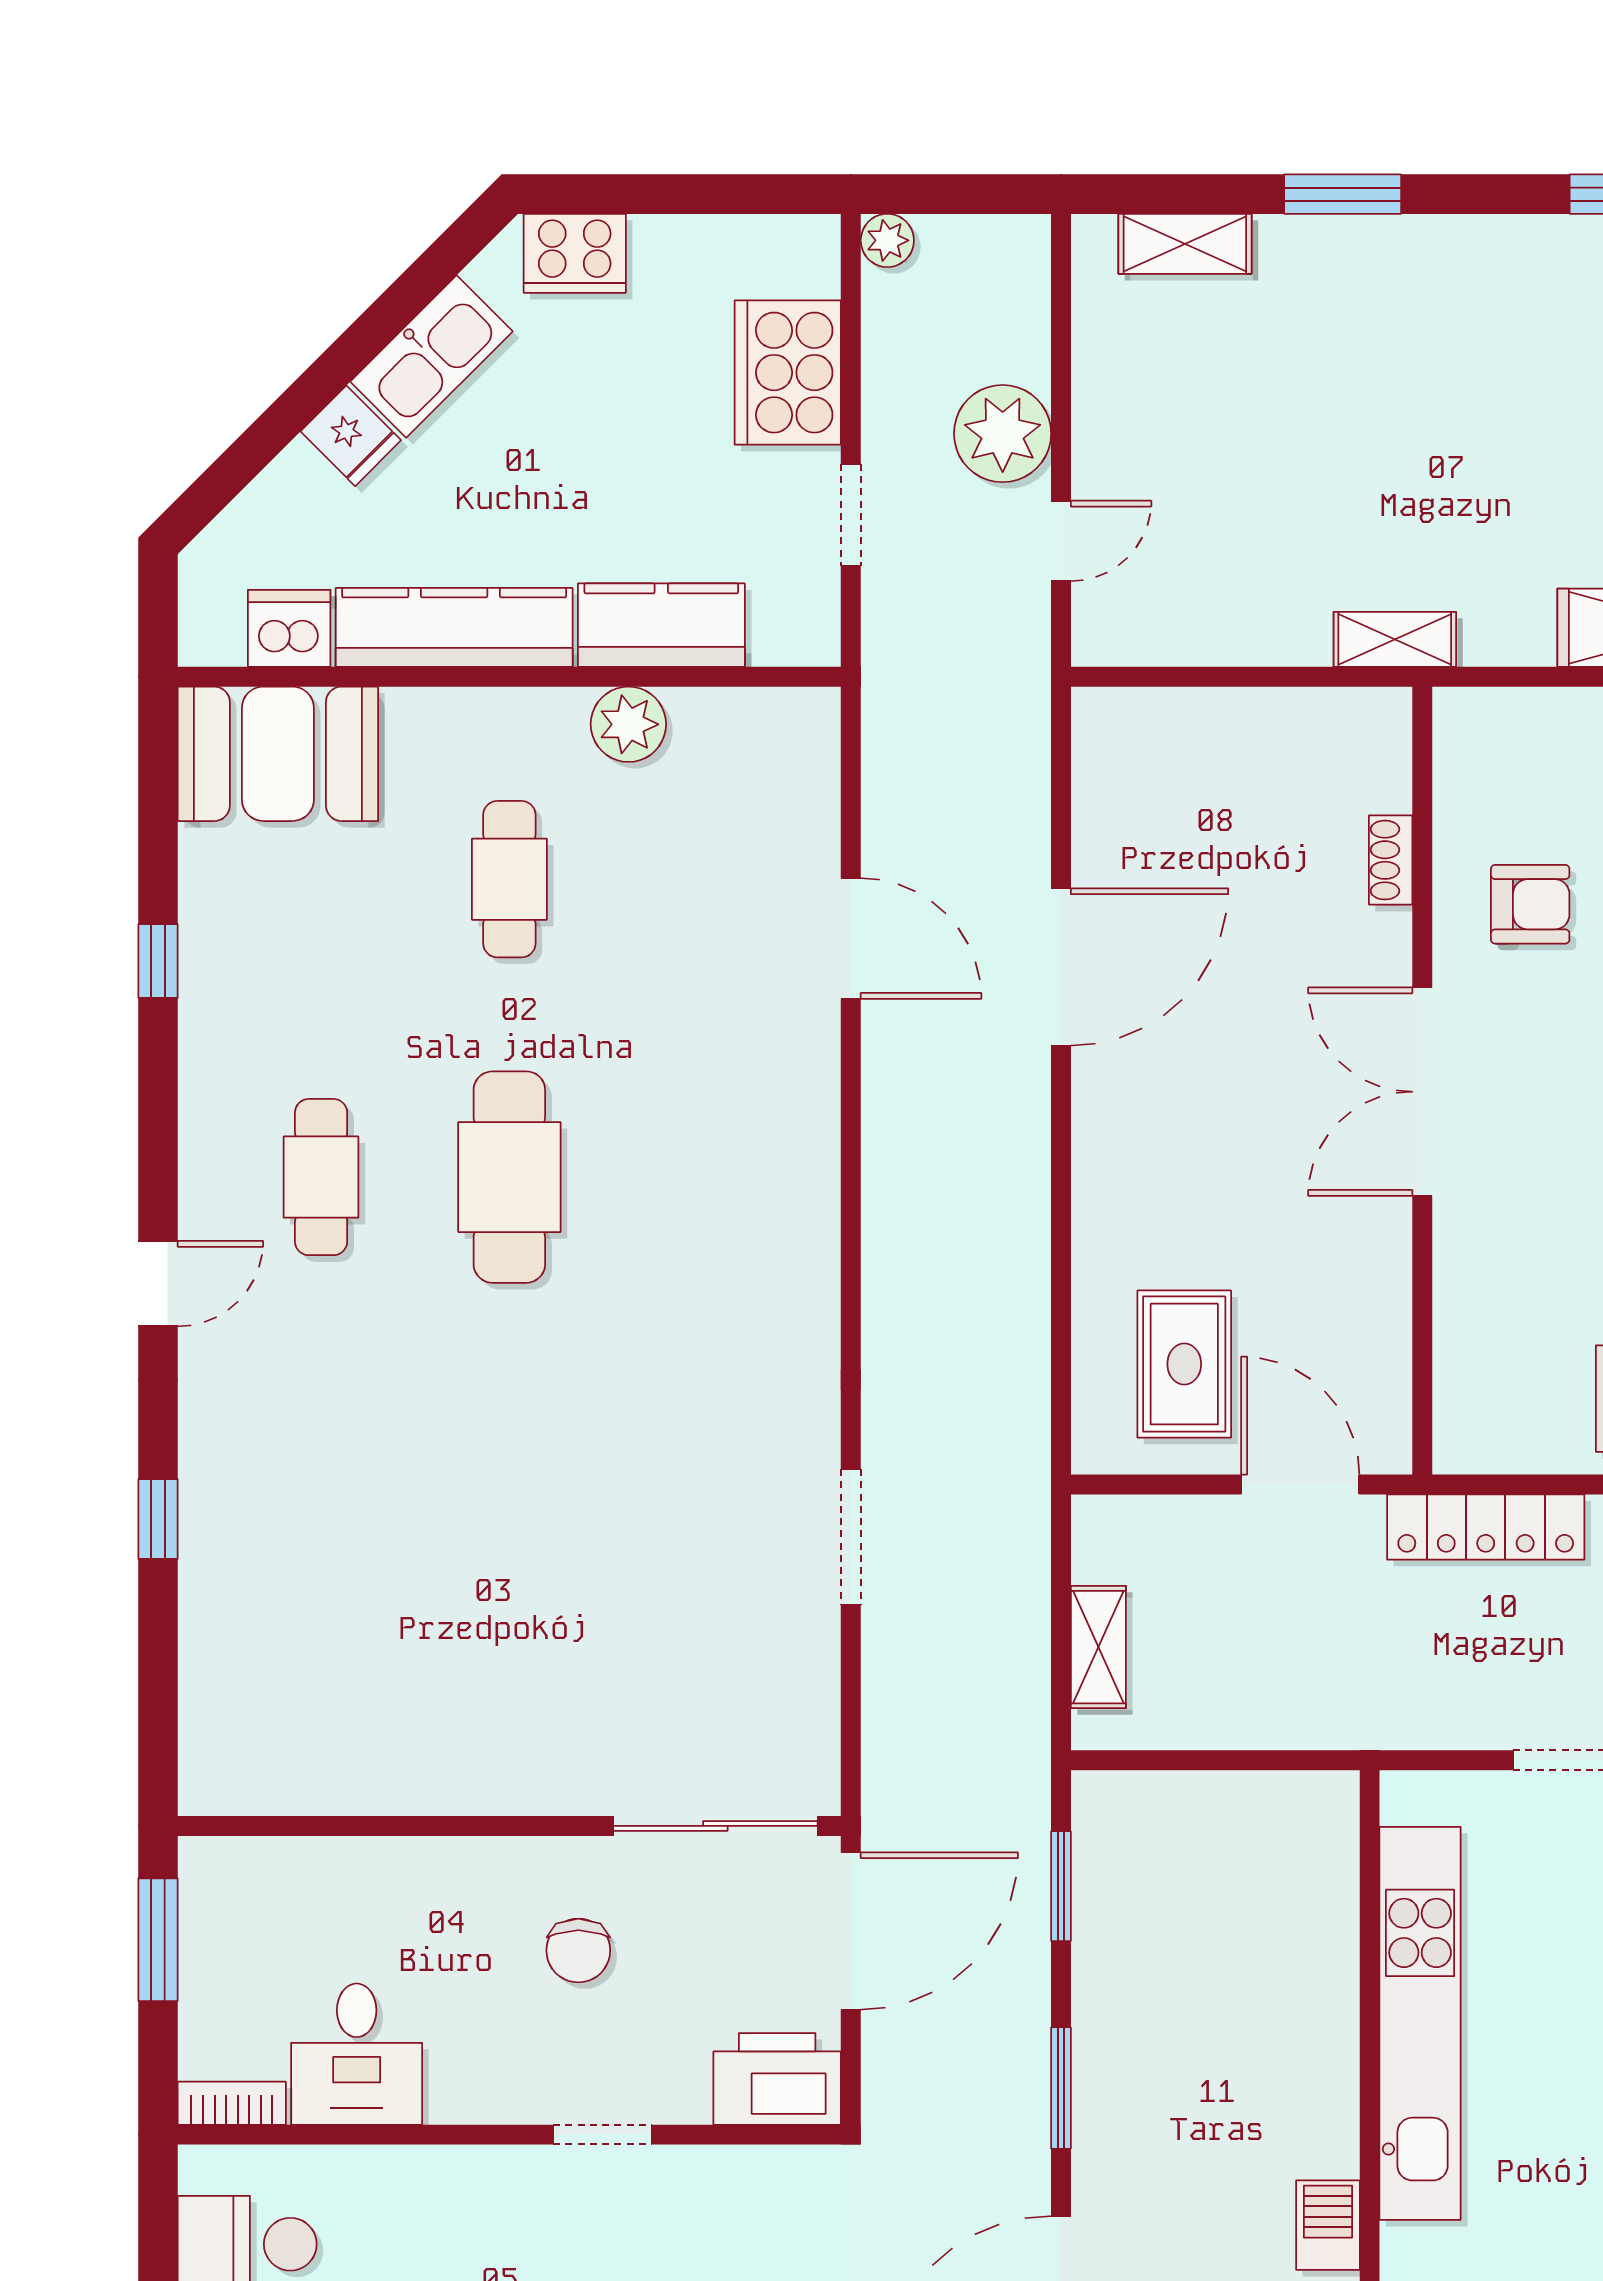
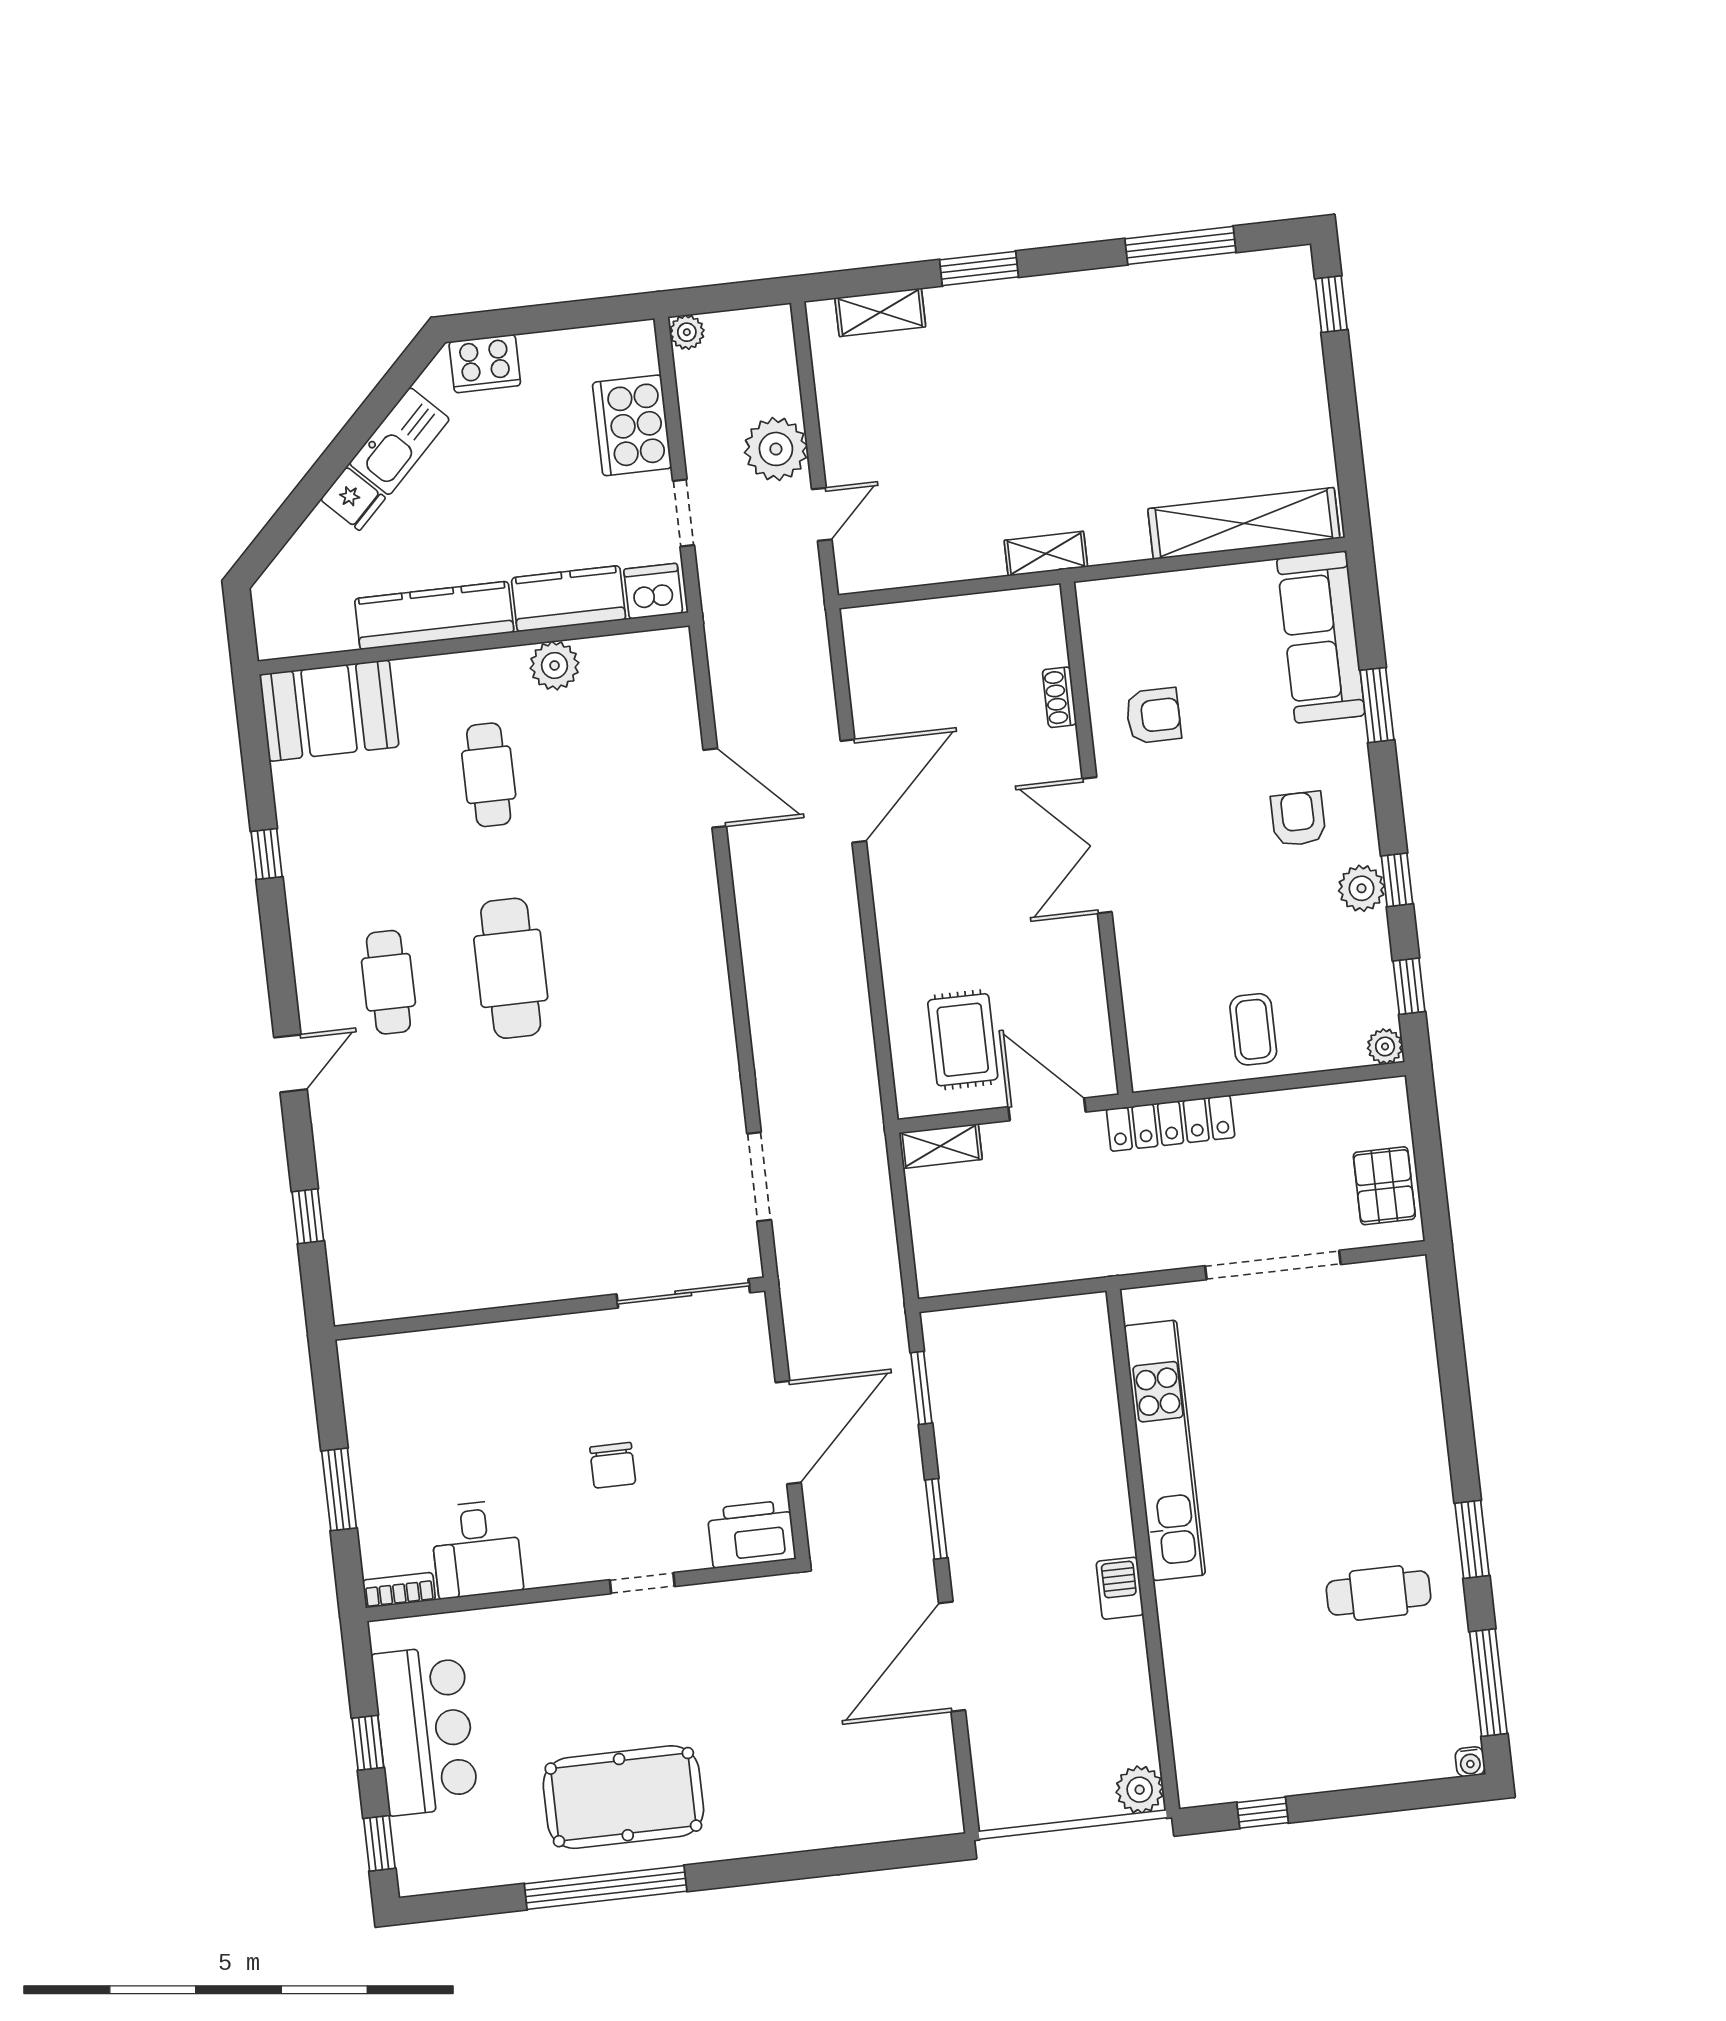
dishwasher: (289, 628) -> (653, 591), moved
shelving: (1098, 1647) -> (941, 1146), moved, turned 90
wall: (509, 1826) -> (550, 1309), moved
sliding door: (715, 1826) -> (683, 1293), moved

